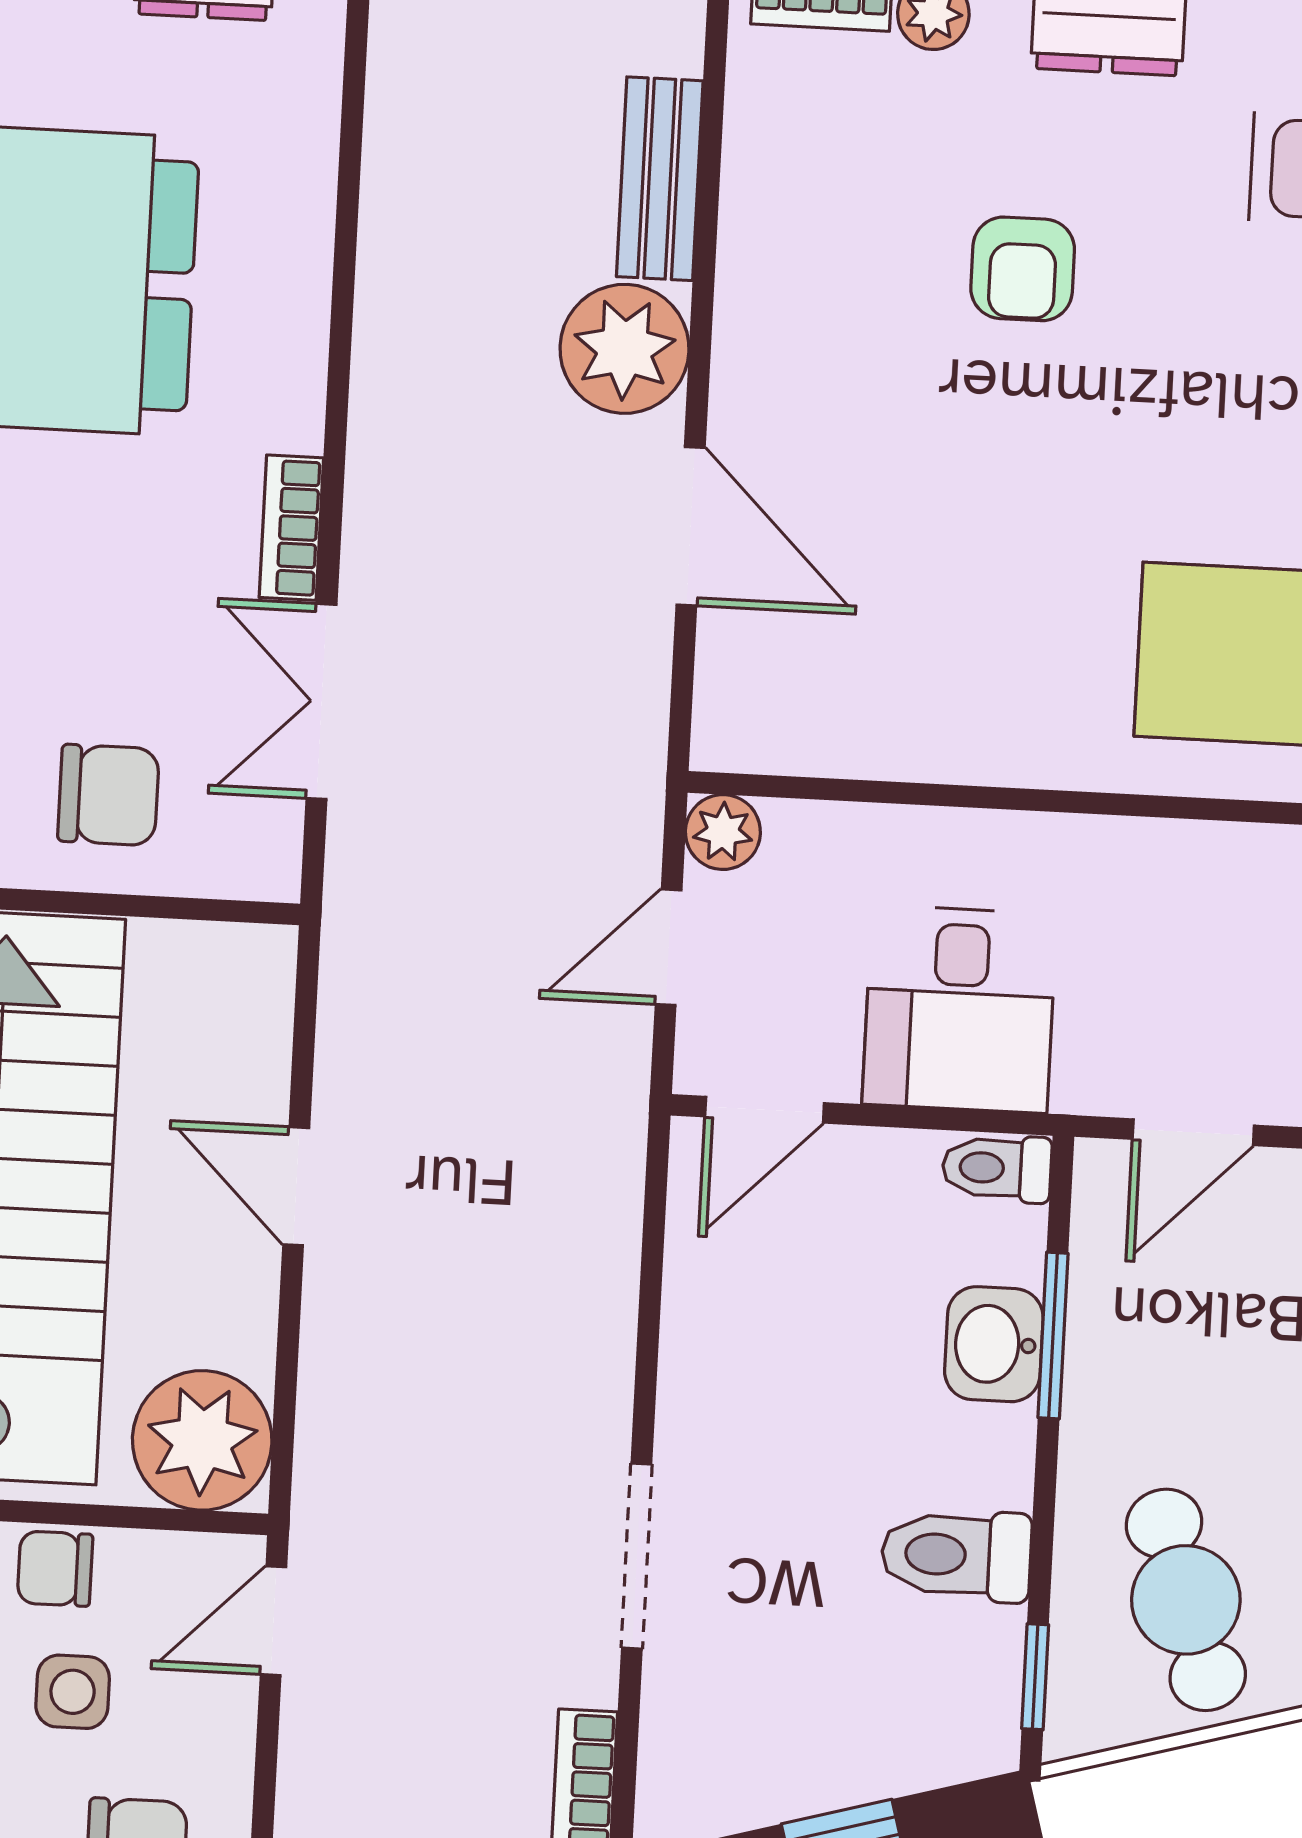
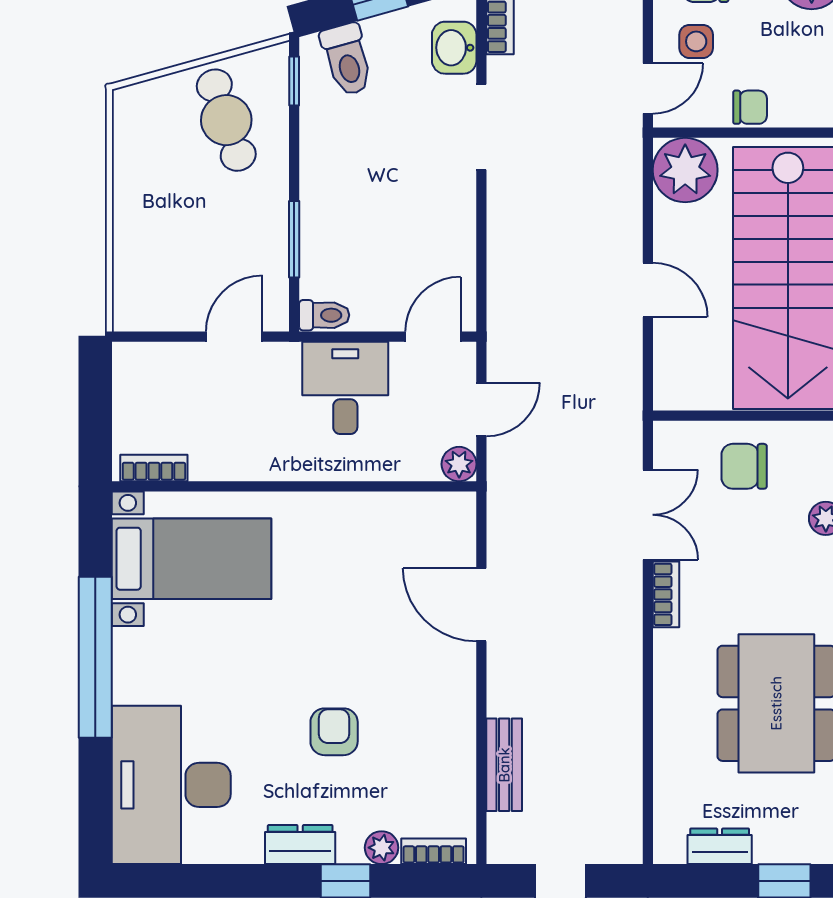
plant: (624, 349) -> (516, 685), removed
washbasin: (994, 1344) -> (454, 48), moved, turned 180
toilet: (956, 1555) -> (347, 59), moved, turned 74
side table: (73, 1692) -> (696, 41), moved

